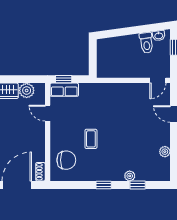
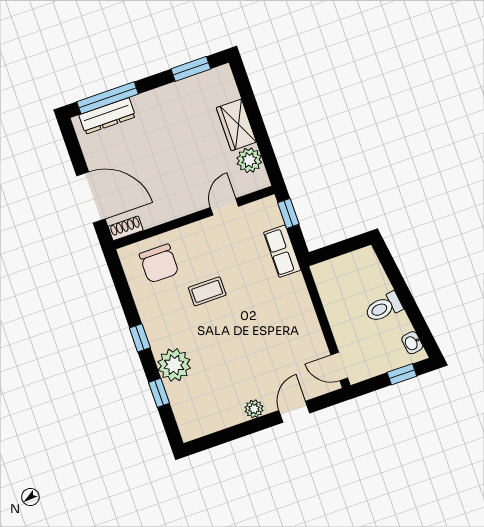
toilet: (146, 43) -> (384, 307), moved
row of seats: (64, 90) -> (282, 251), moved
plant: (165, 152) -> (254, 409), moved
plant: (130, 176) -> (174, 365), width x1.87, depth x1.87

